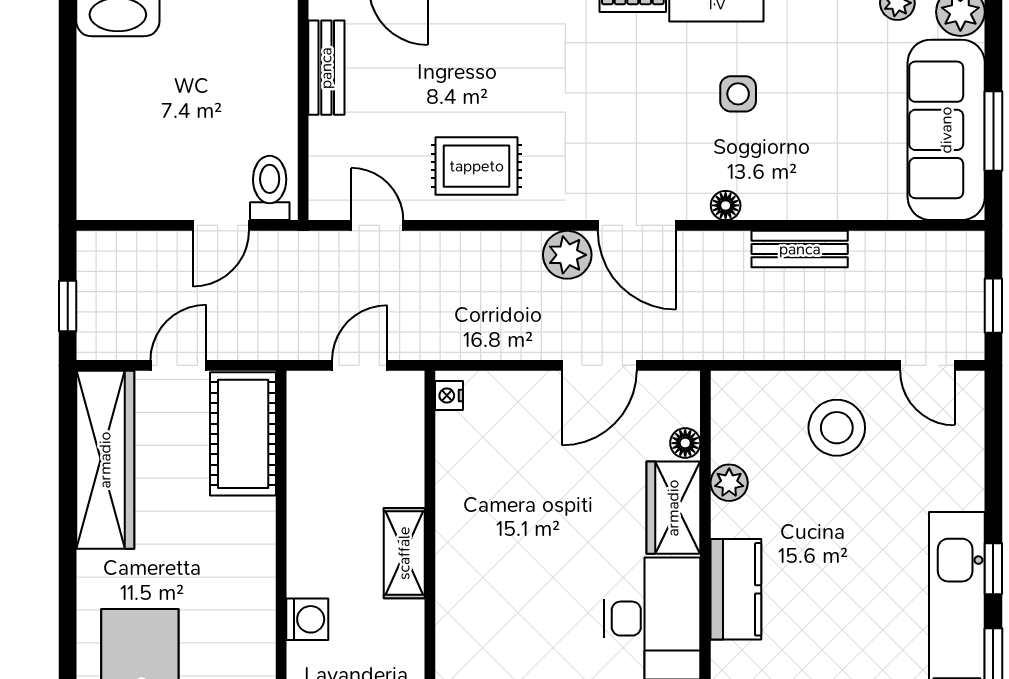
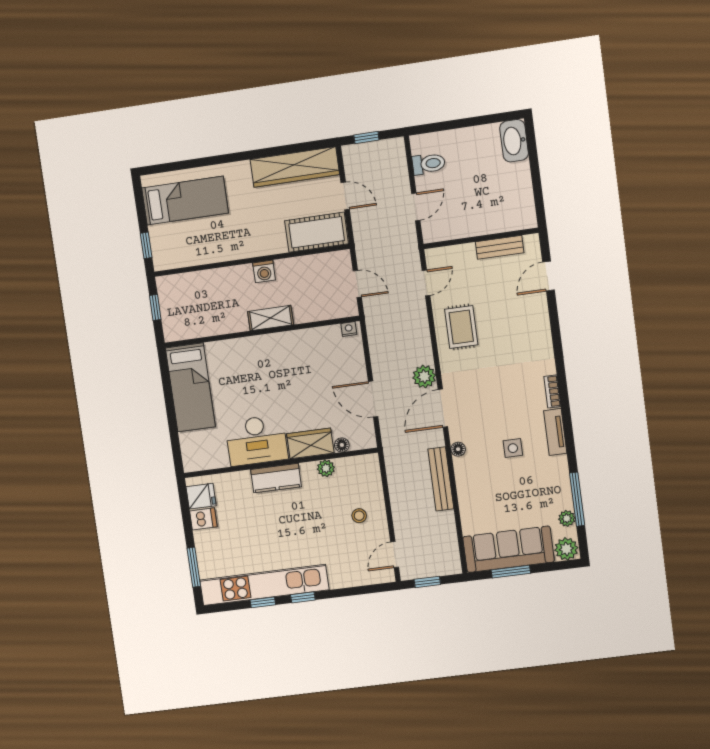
toilet: (270, 188) -> (429, 164), moved
door: (221, 225) -> (416, 207), swing flipped
bench: (800, 249) -> (441, 479), width x1.36
stool: (837, 428) -> (359, 516), width x0.53, depth x0.53
washing machine: (307, 619) -> (264, 271), moved

